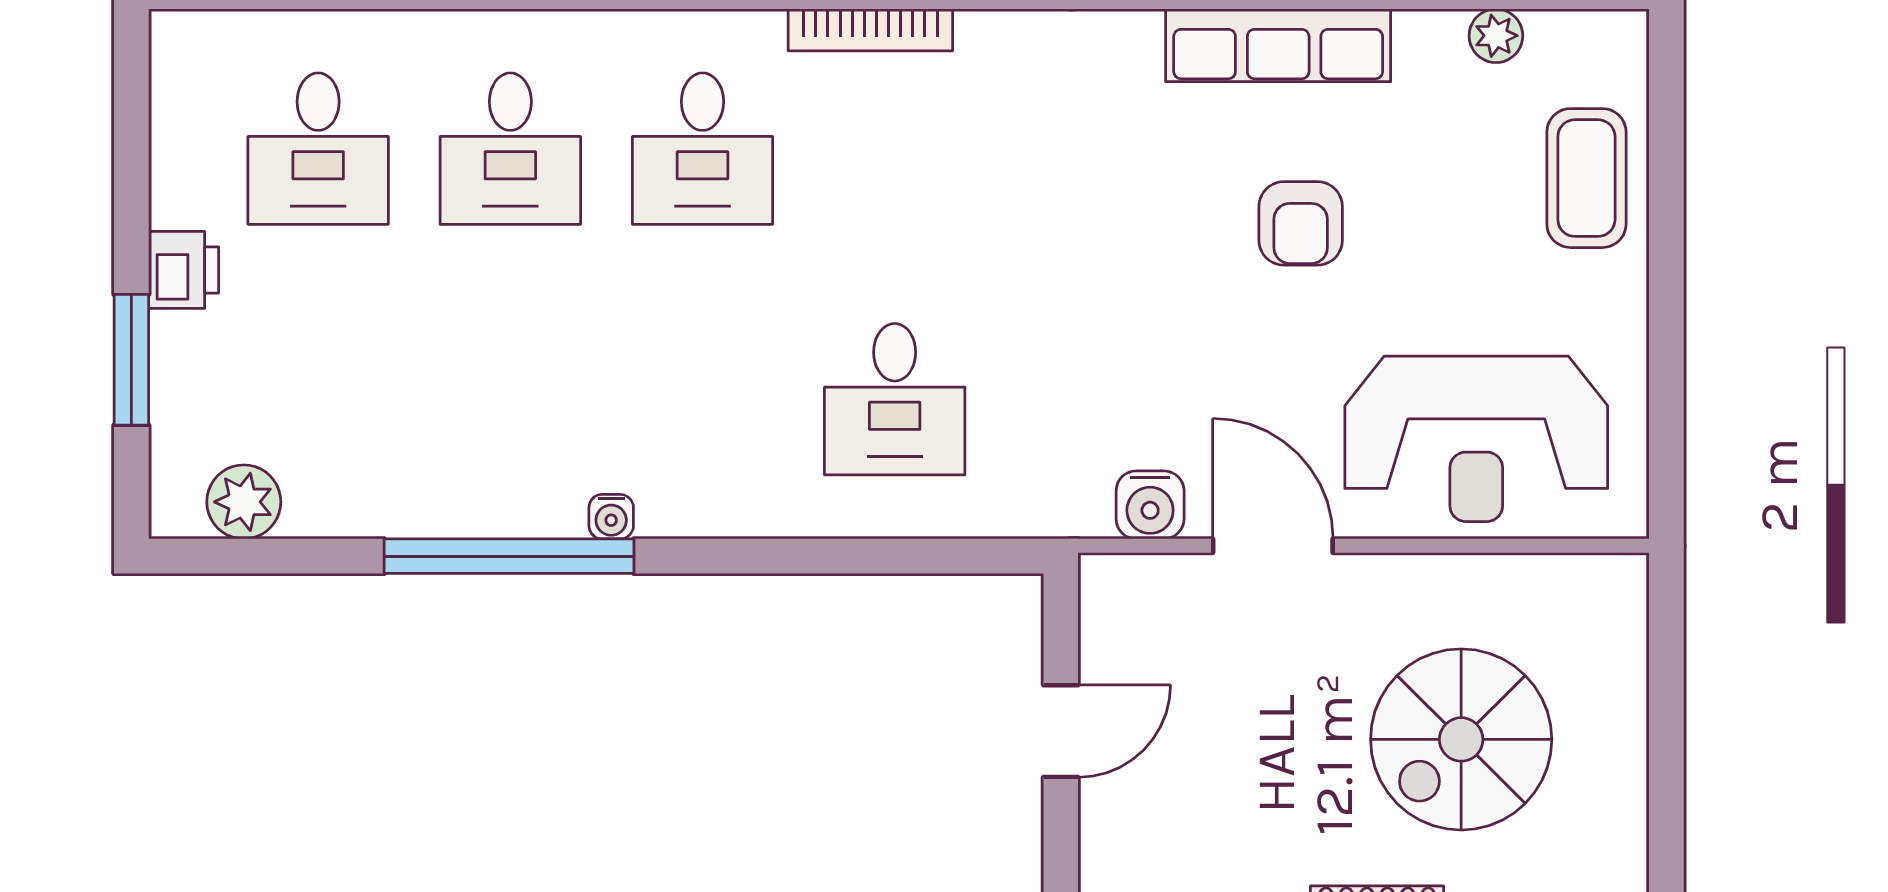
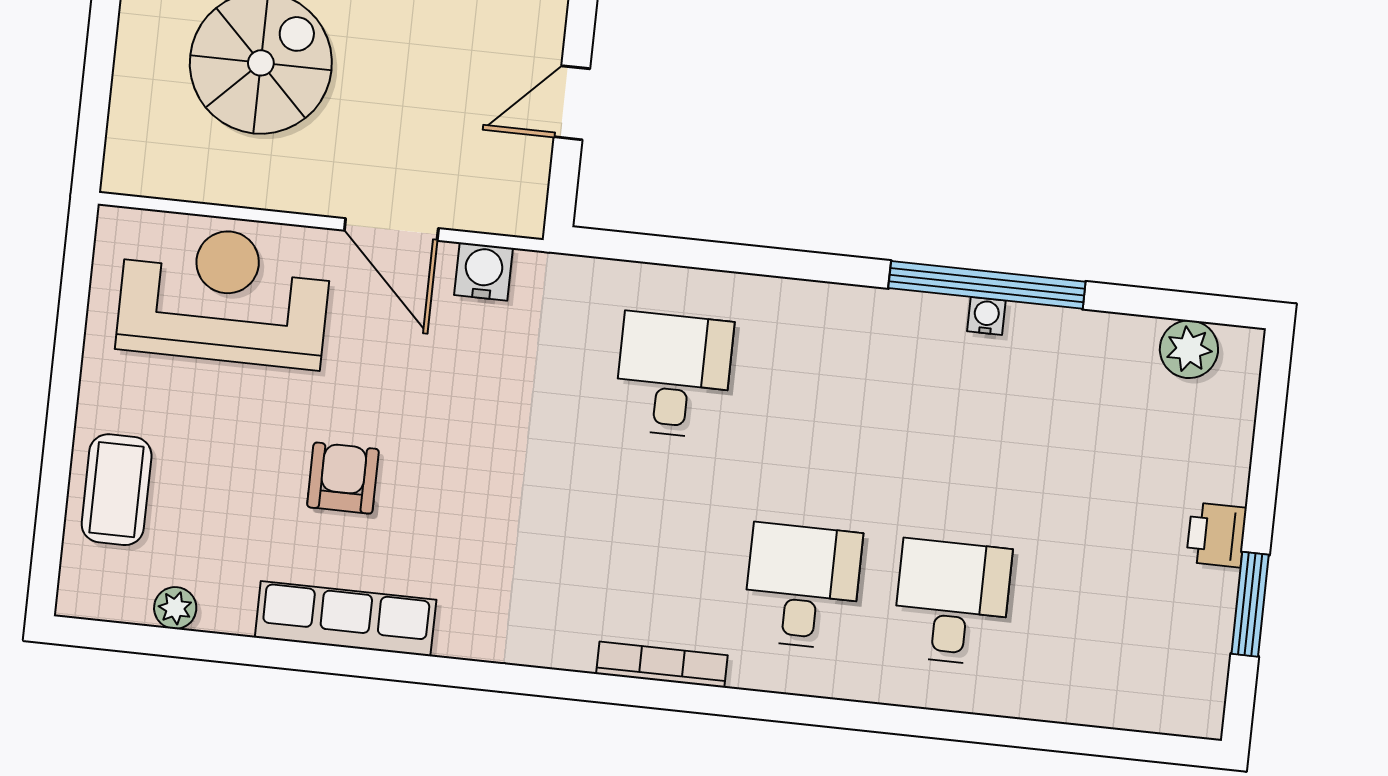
desk: (318, 149) -> (1102, 618), removed
window: (131, 360) -> (1250, 604), moved
water cooler: (611, 517) -> (986, 316), moved

